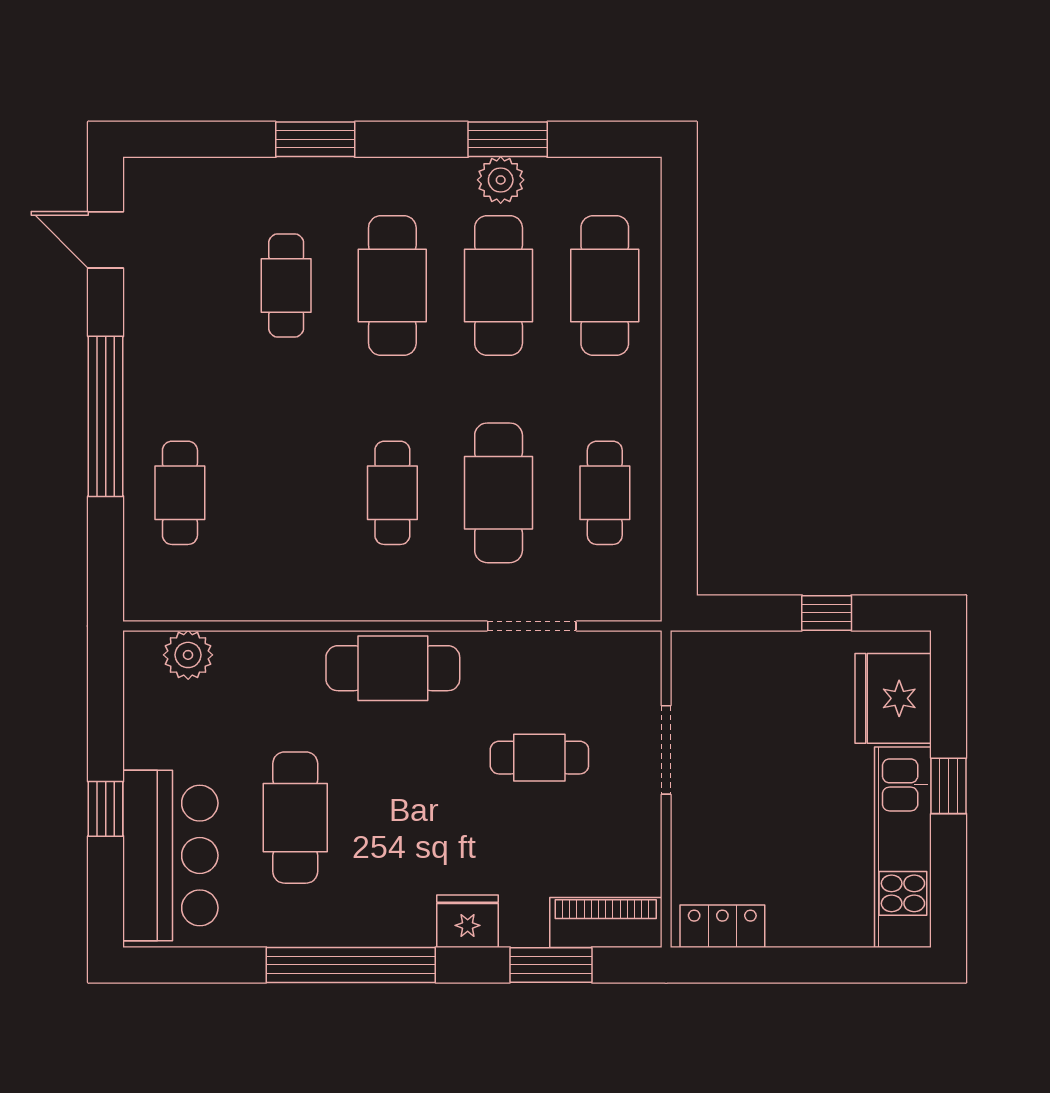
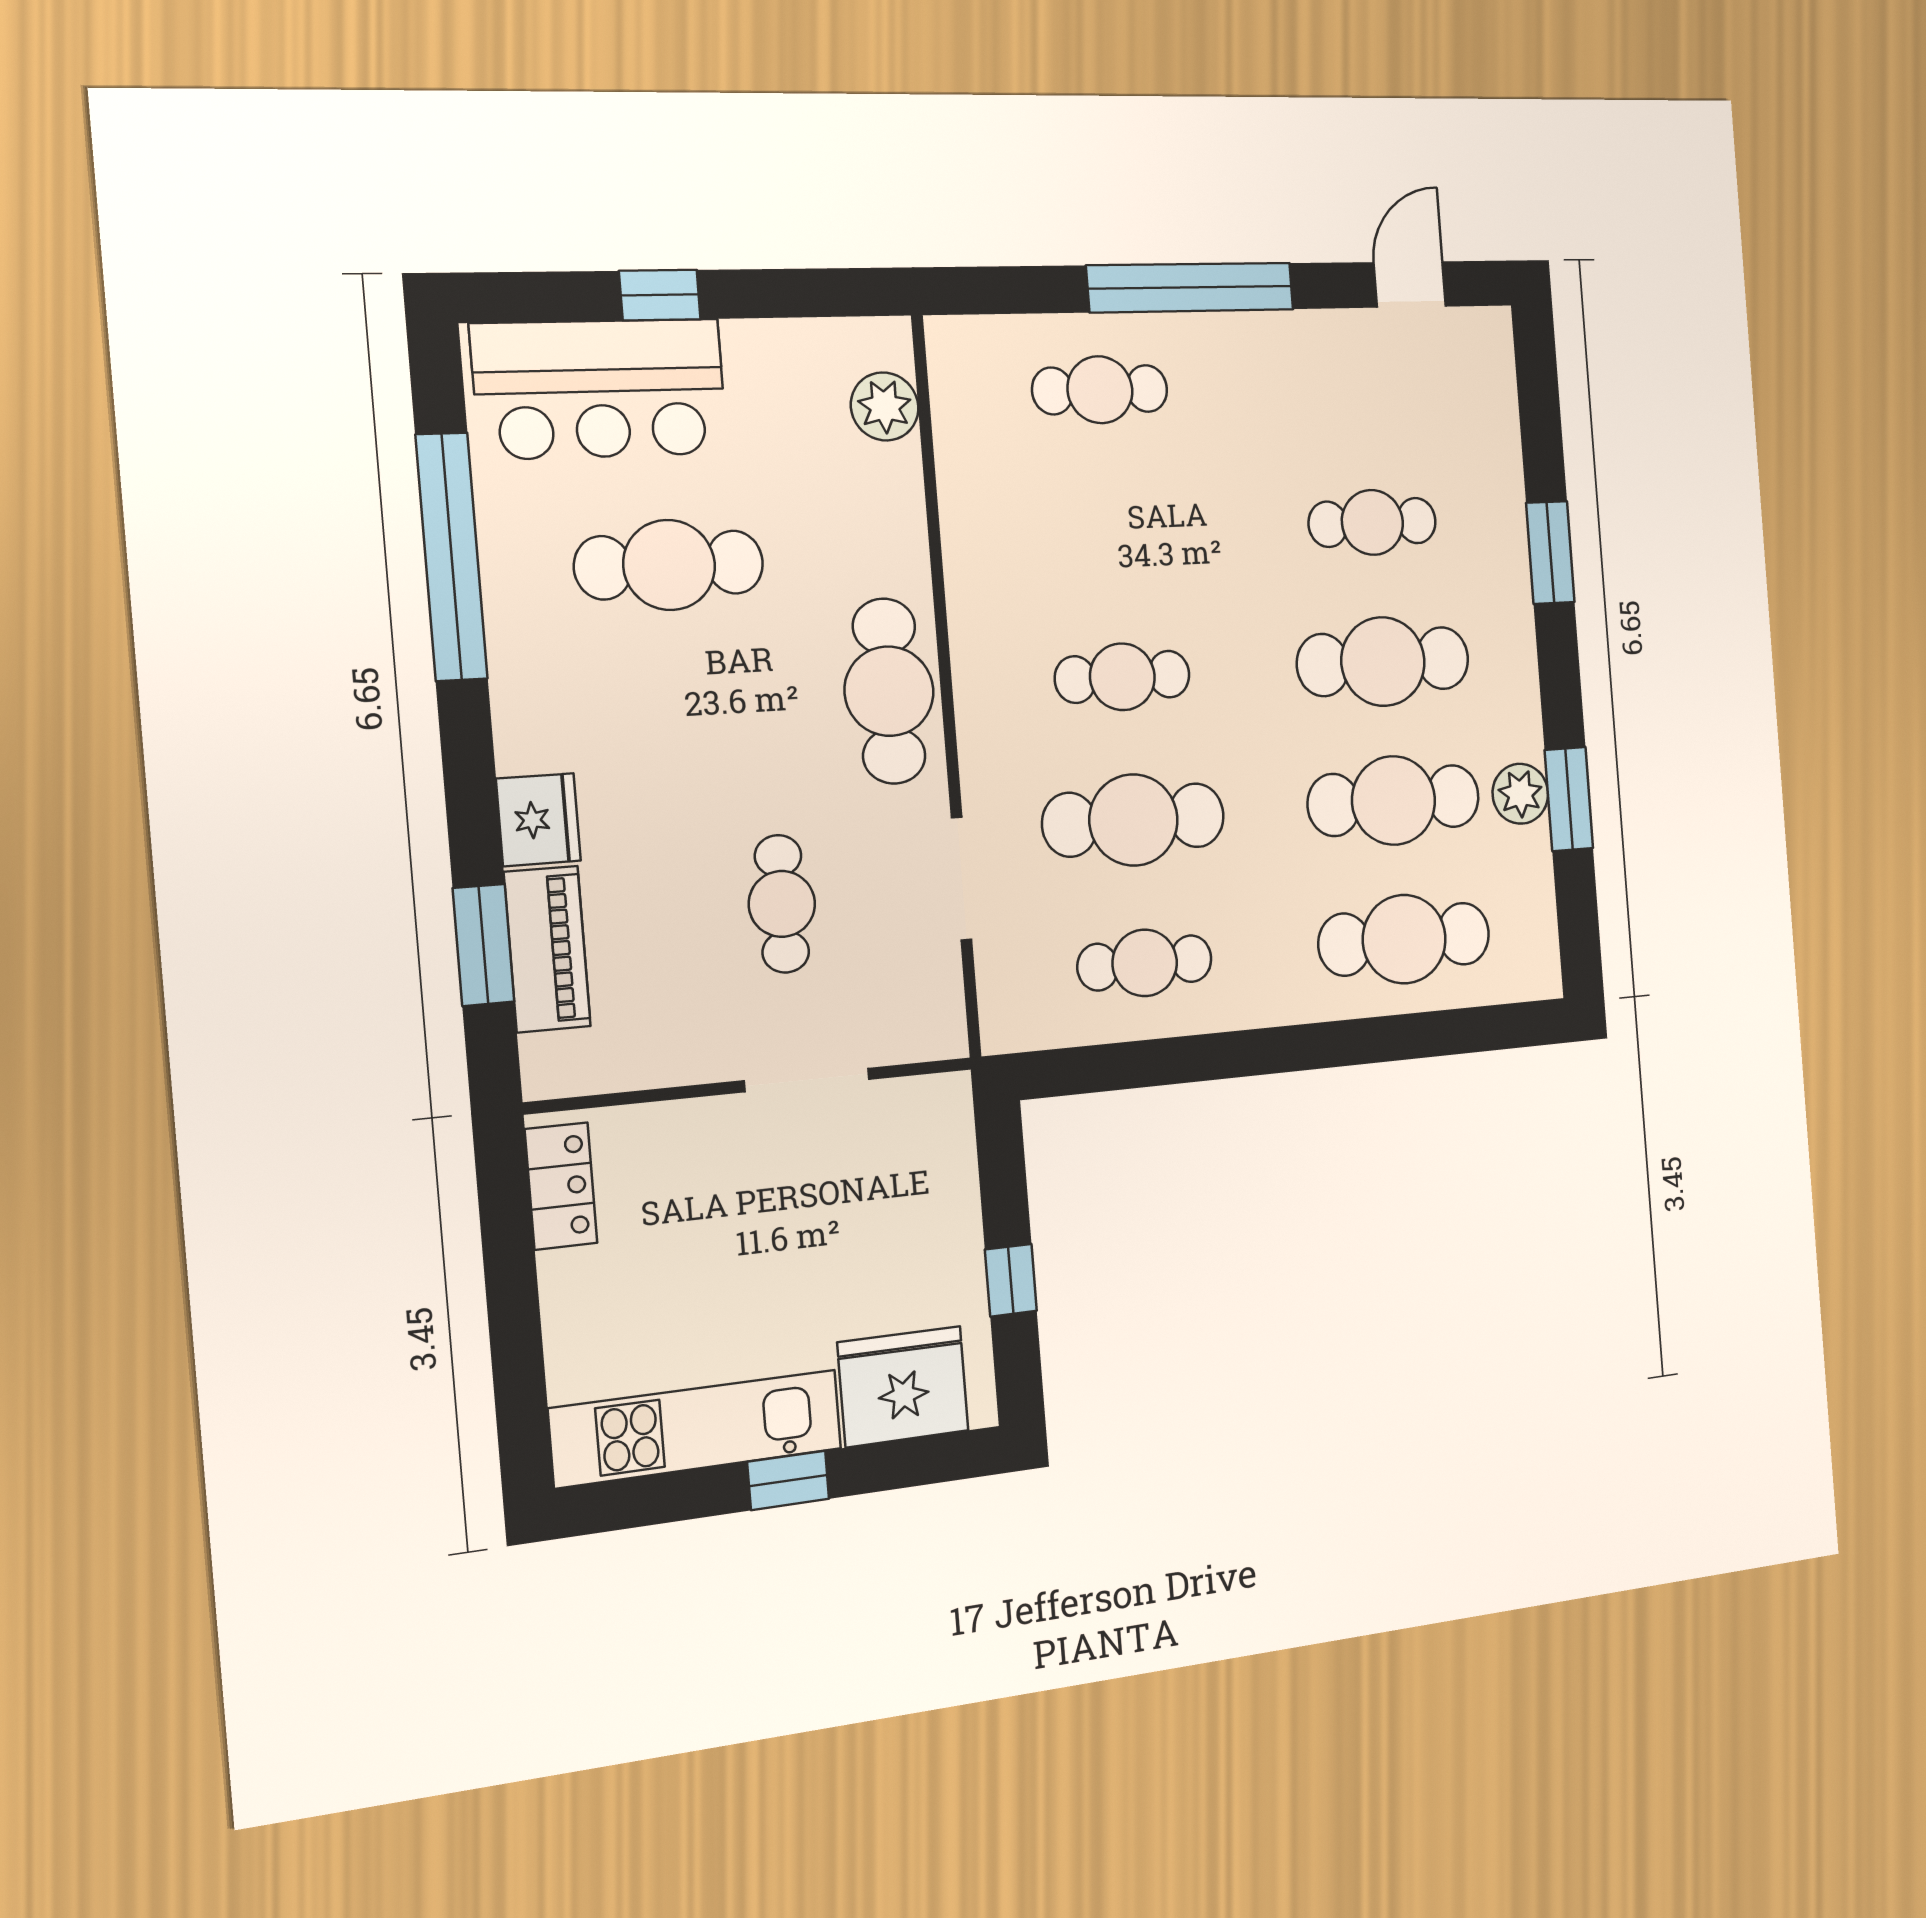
piano: (606, 923) -> (547, 949), moved
window: (351, 965) -> (452, 557), moved

